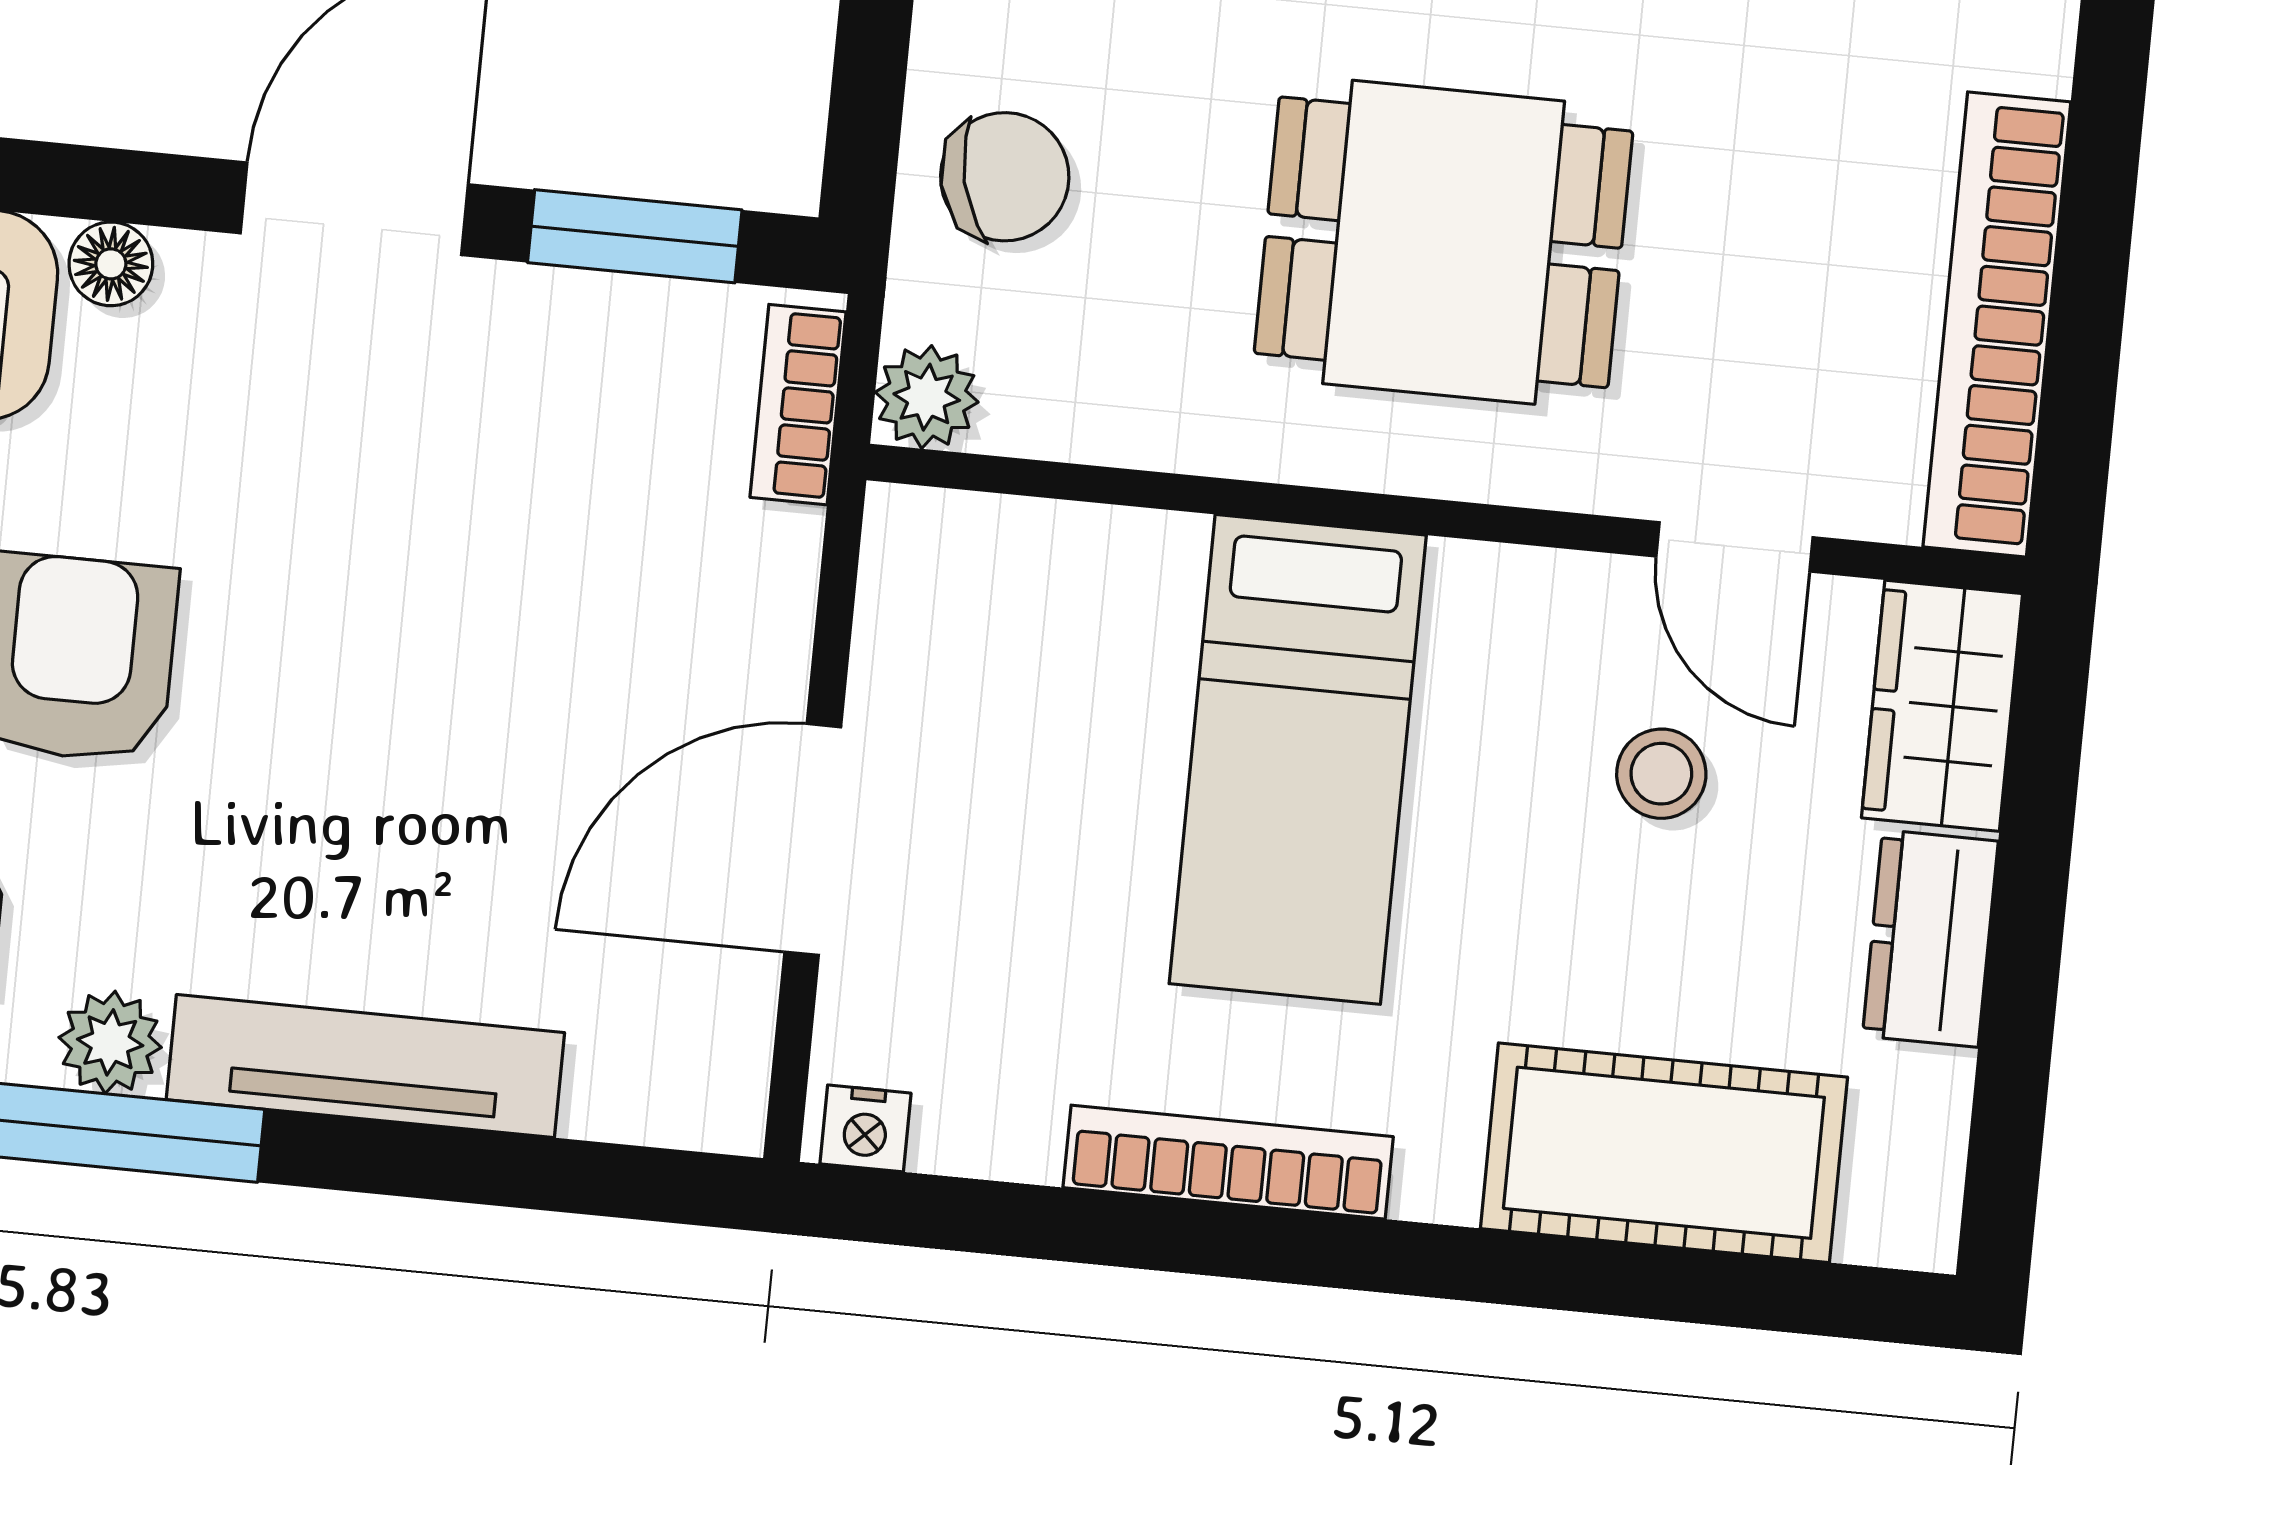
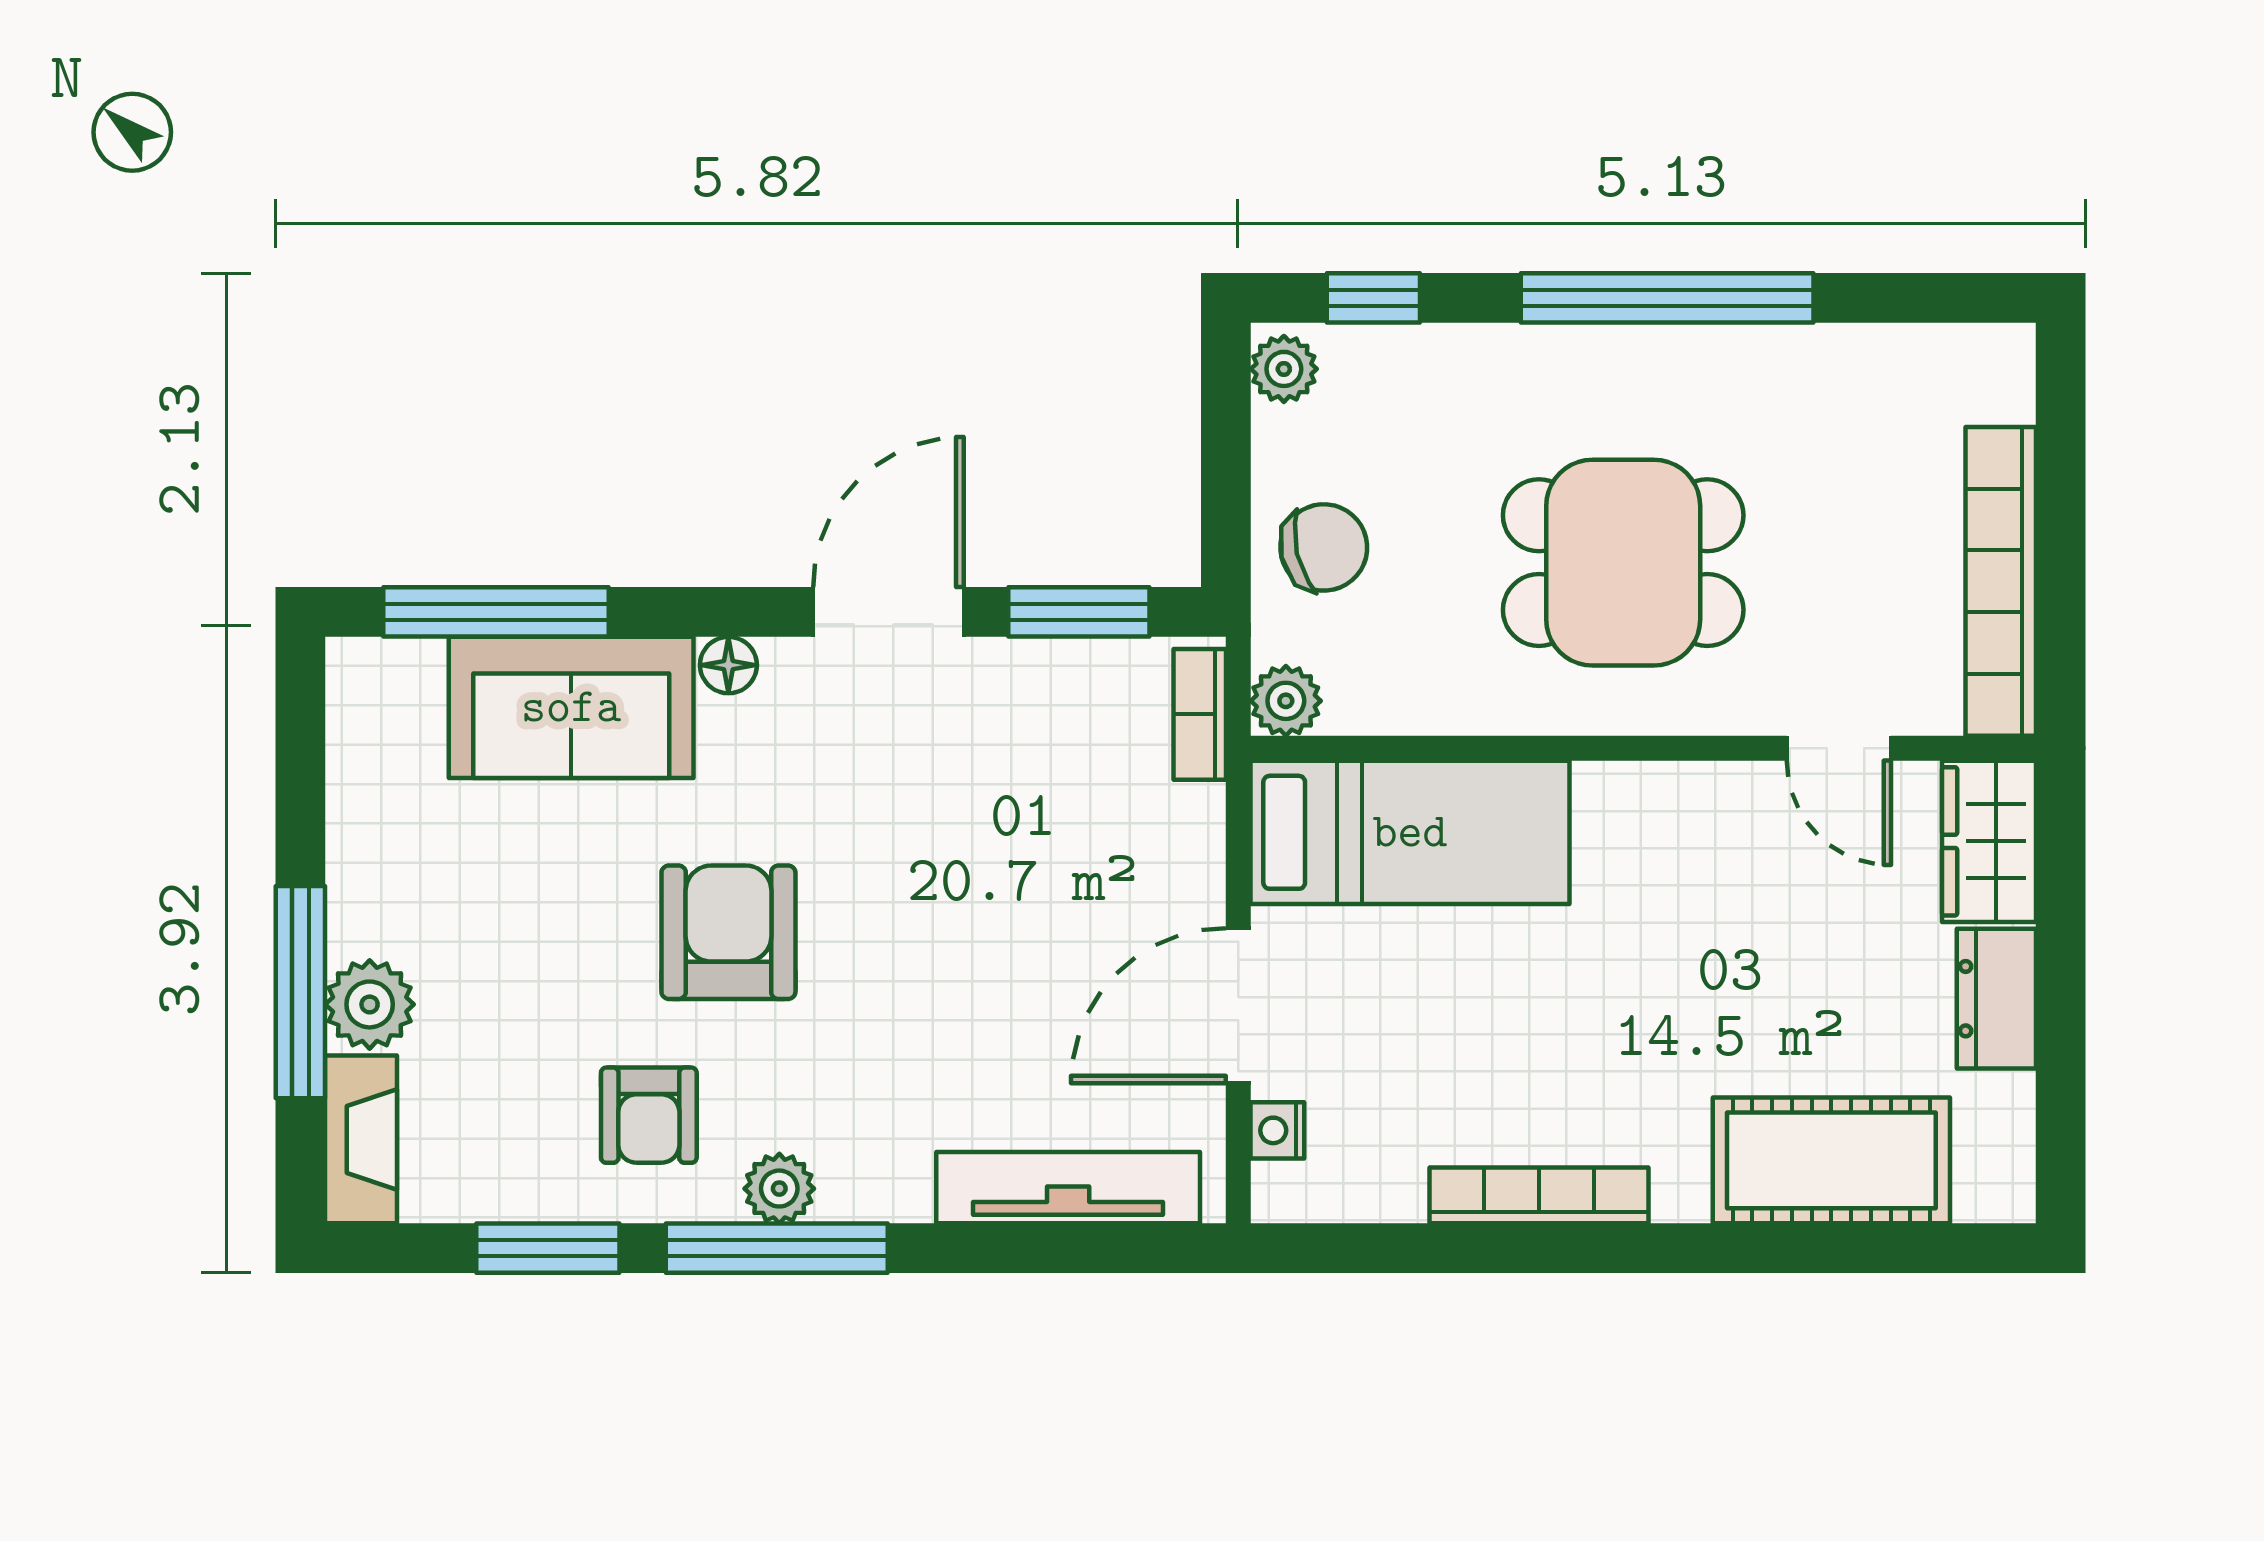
bed: (1298, 759) -> (1410, 832), moved, turned -90
stool: (1661, 774) -> (1805, 906), removed
tv unit: (365, 1066) -> (1068, 1188), moved
nightstand: (865, 1128) -> (1277, 1130), moved, turned 90

